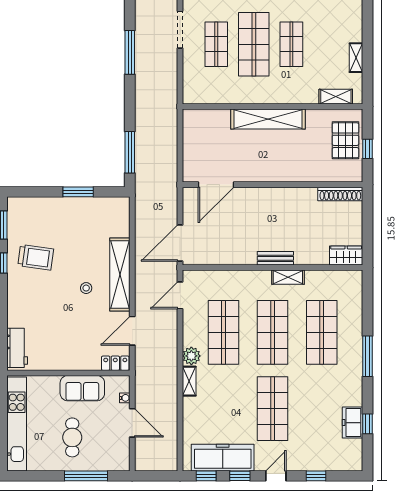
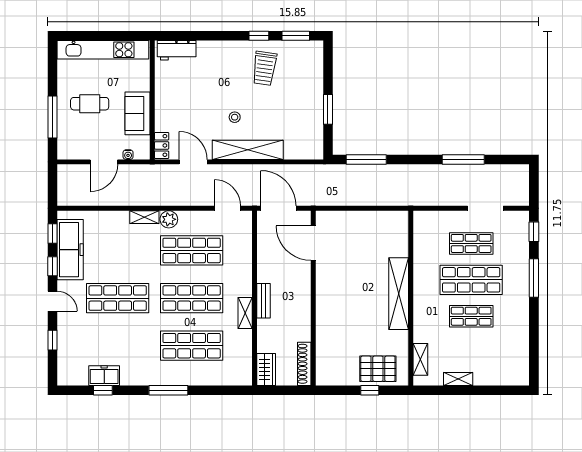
door: (216, 185) -> (313, 243), moved
wall: (273, 185) -> (313, 298), moved
shoe rack: (340, 194) -> (304, 364), moved

